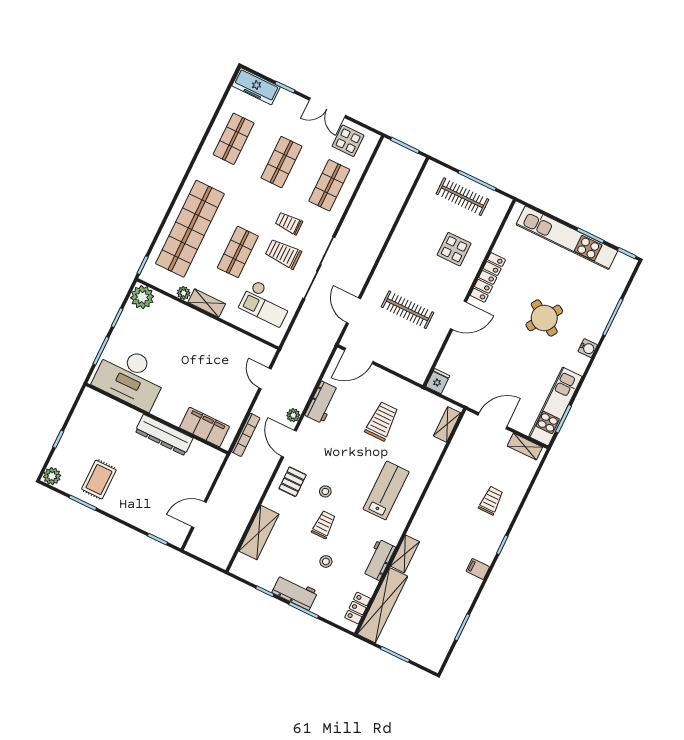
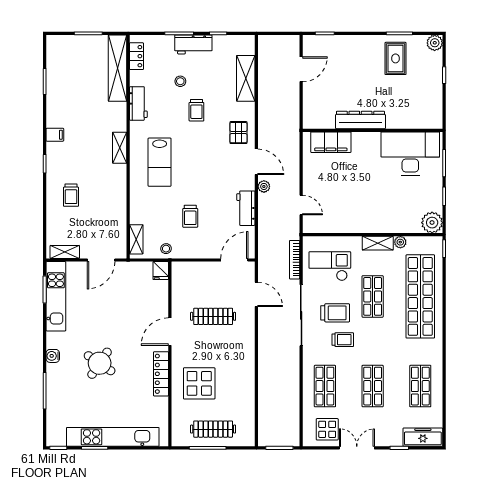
display table: (454, 249) -> (199, 383), width x1.36, depth x1.36
trolley: (382, 421) -> (190, 216), width x0.73, depth x0.72
bookcase: (246, 435) -> (295, 260), moved
stool: (325, 491) -> (166, 249), moved
shelving: (405, 554) -> (120, 148), moved

